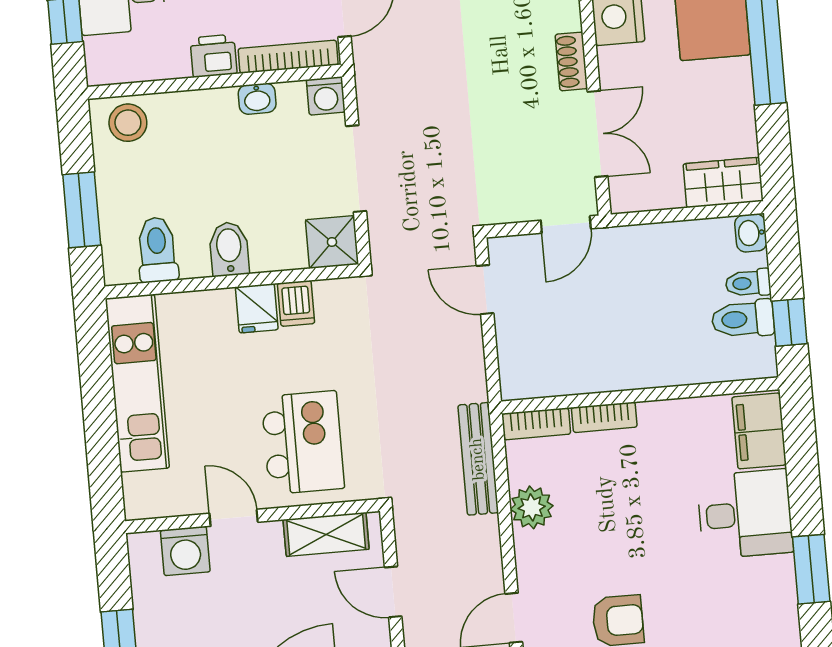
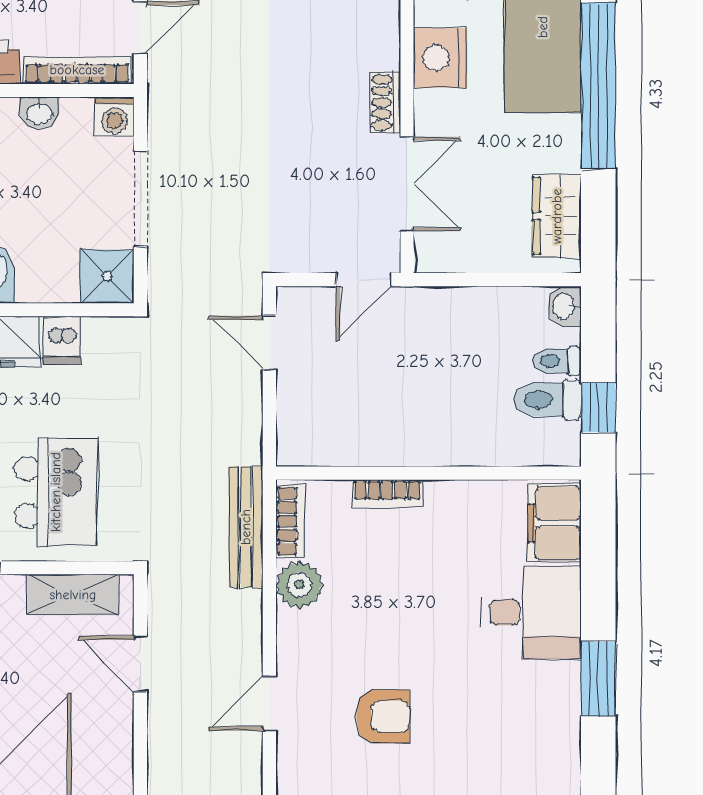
wardrobe: (723, 182) -> (557, 216), moved, turned -90
bookcase: (536, 424) -> (290, 521), moved, turned -90

